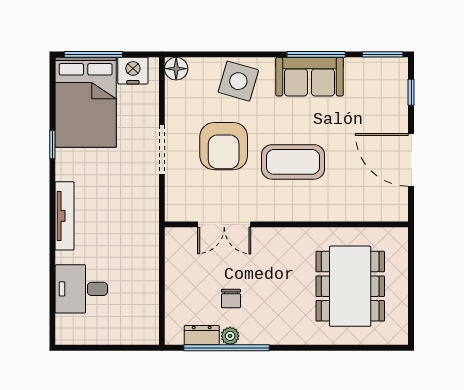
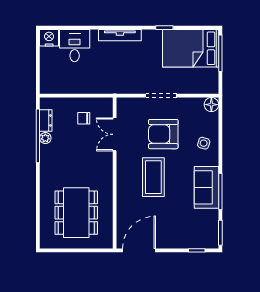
nightstand: (133, 71) -> (49, 38), moved, turned -90
side table: (238, 81) -> (204, 143), width x0.54, depth x0.54
door: (411, 160) -> (139, 250), moved
dining table: (350, 286) -> (76, 213), turned 90
chair: (231, 299) -> (84, 118), moved

